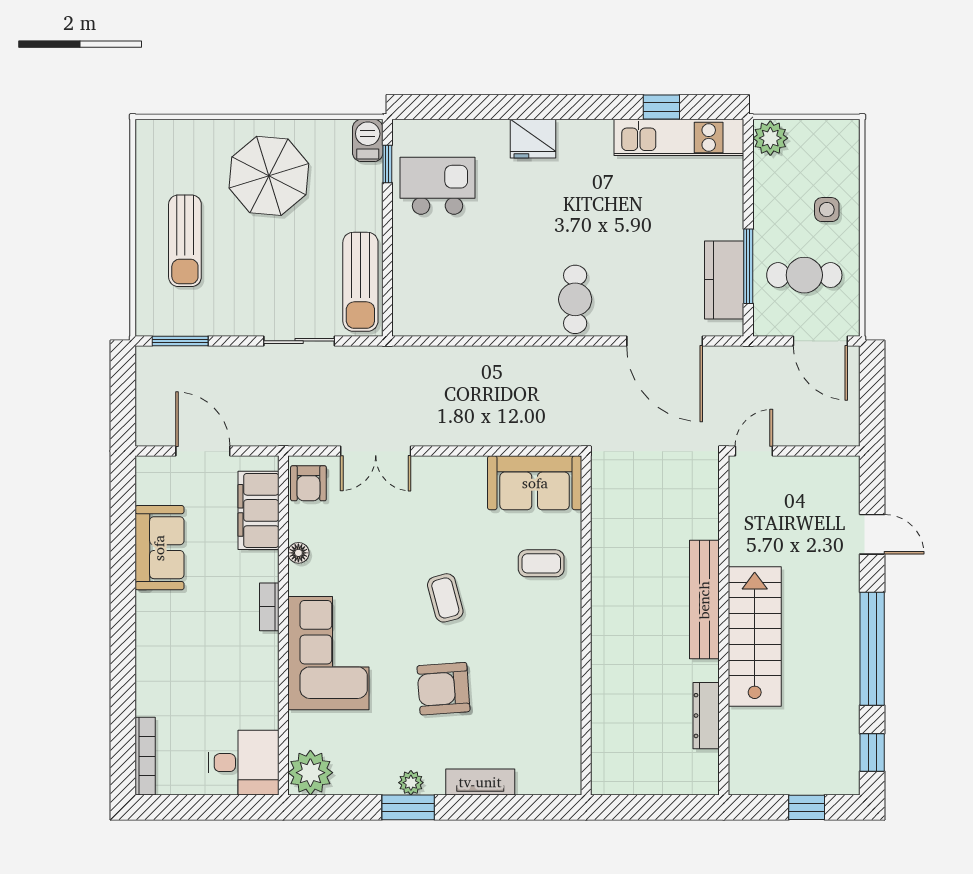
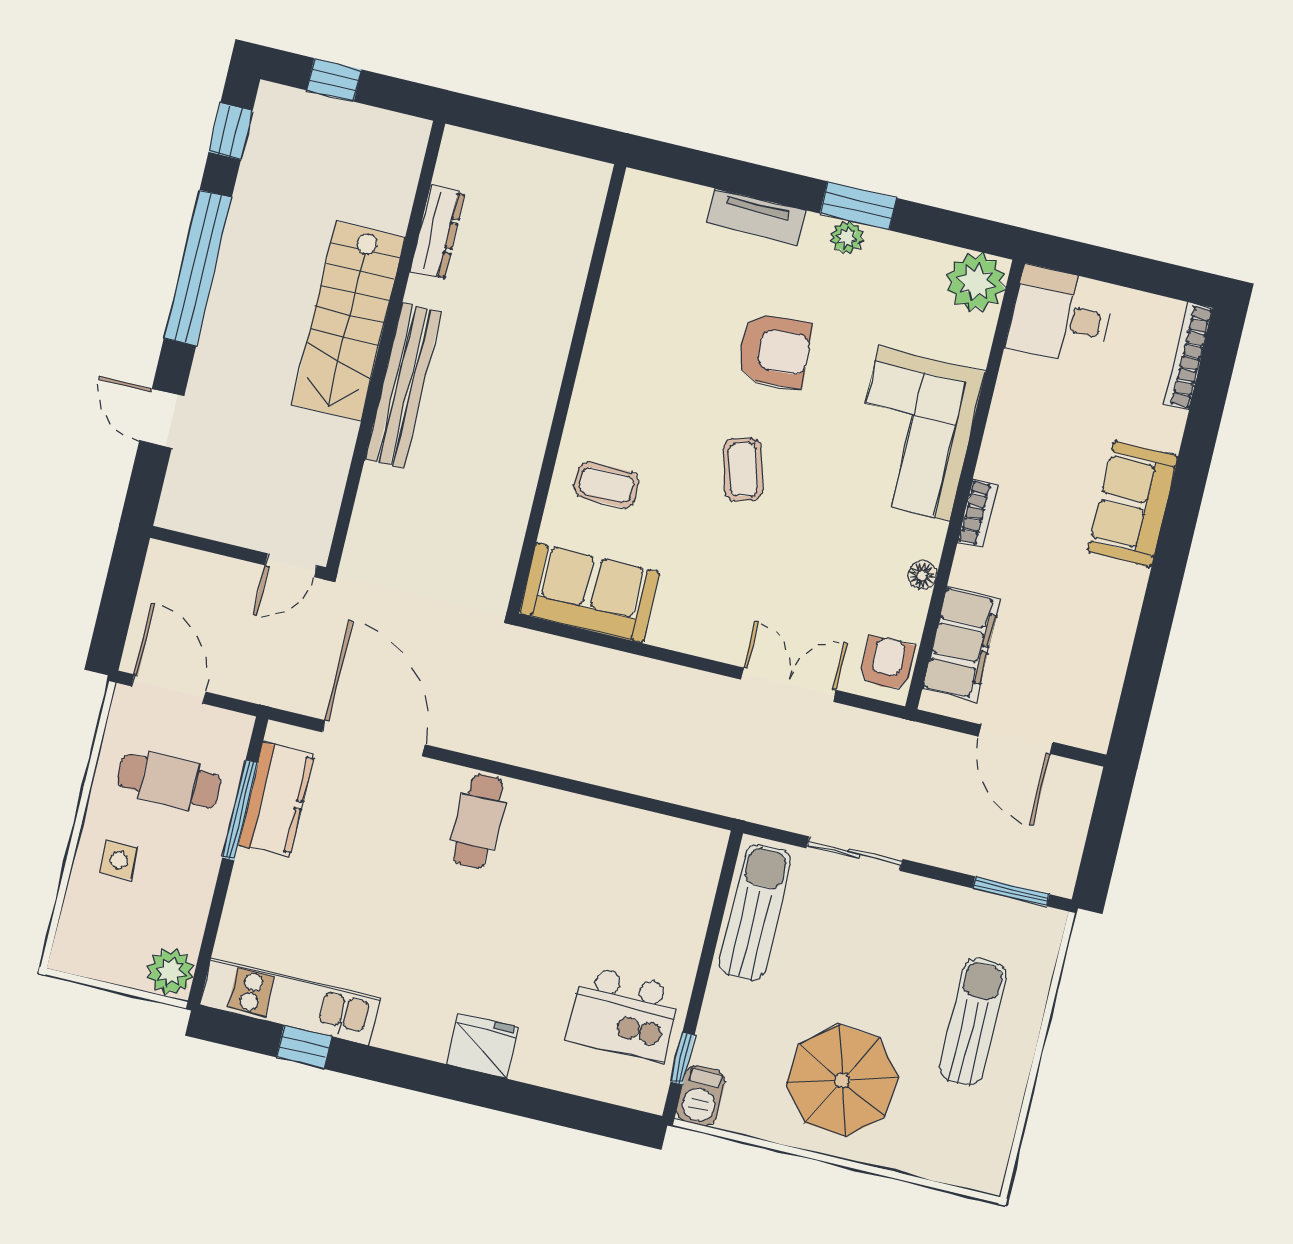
sofa: (159, 548) -> (1133, 504), moved

